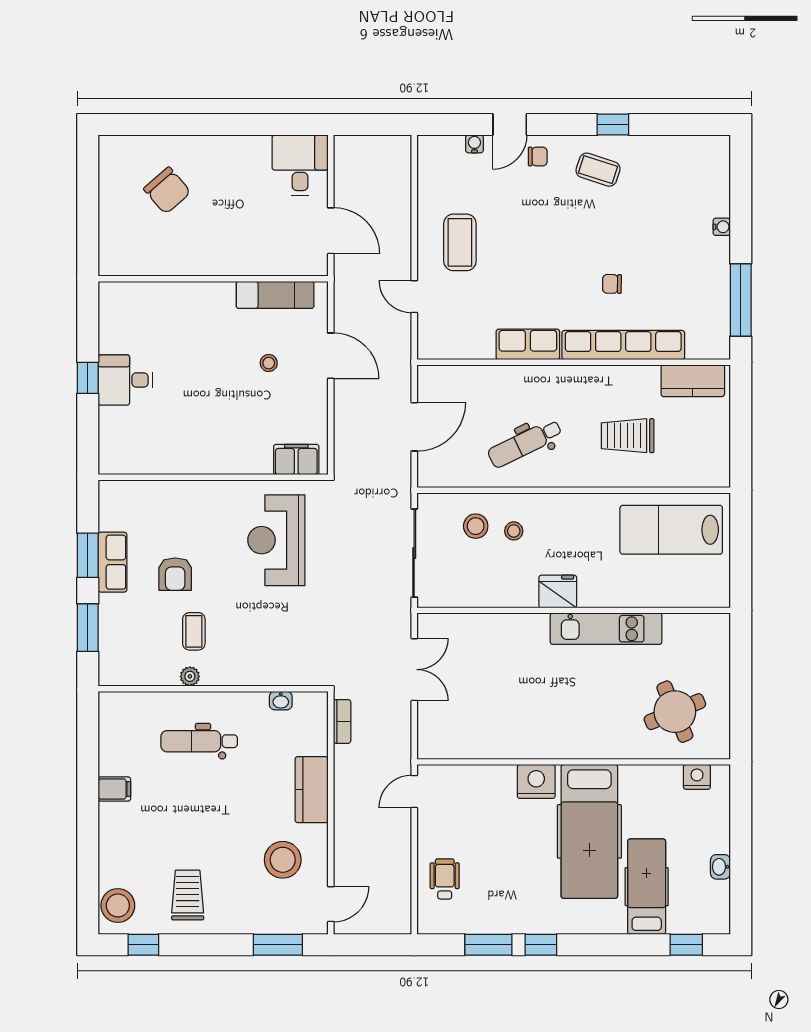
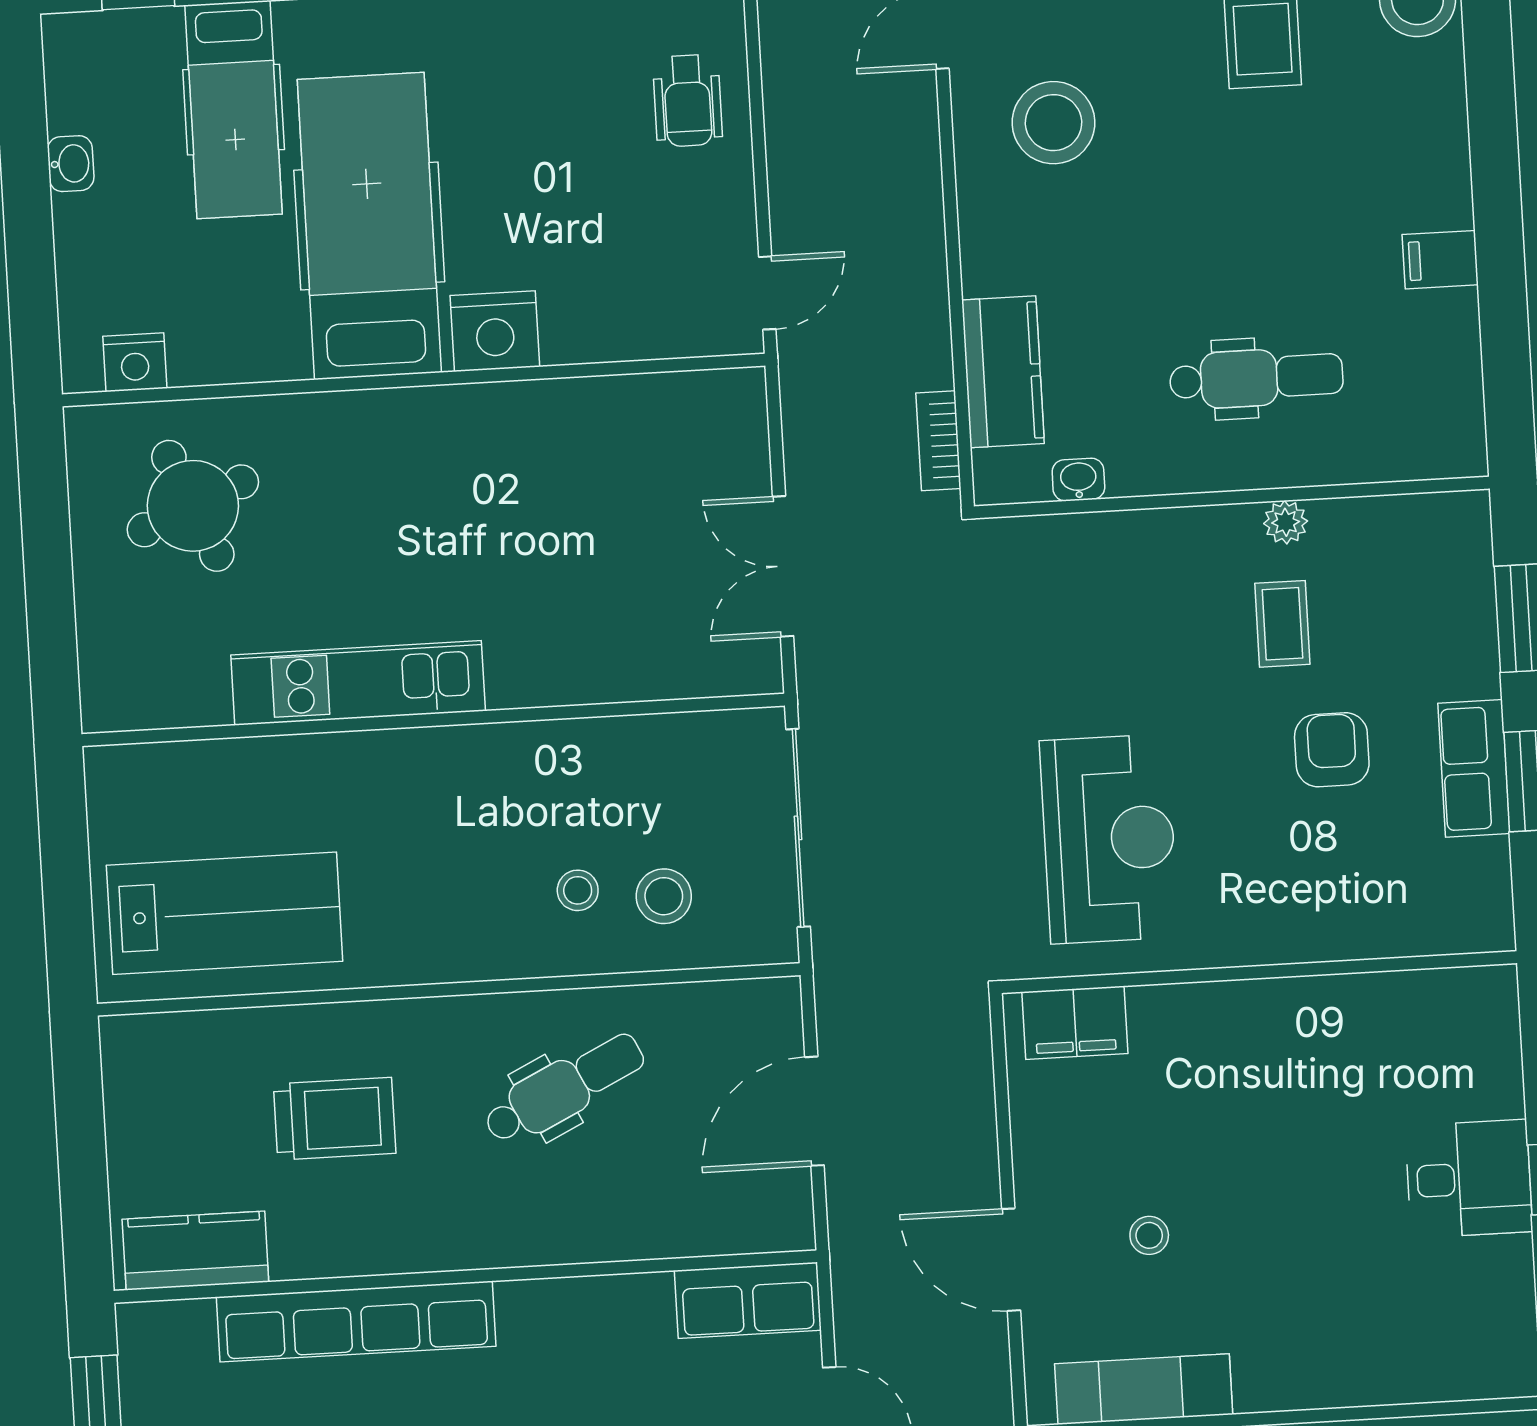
row of seats: (528, 344) -> (748, 1300), moved
fridge: (558, 591) -> (471, 760), removed
kitchen counter: (312, 790) -> (1003, 372), moved

